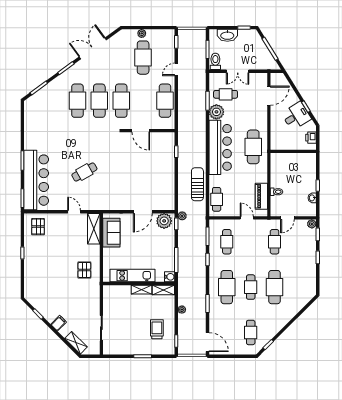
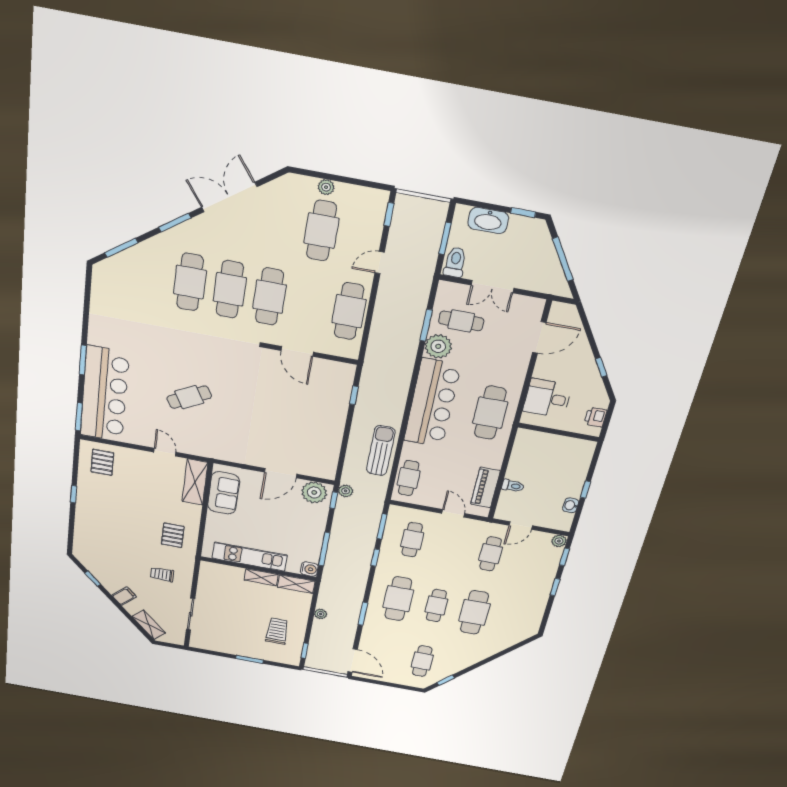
desk: (296, 116) -> (547, 398), moved, turned -148
trolley: (81, 301) -> (162, 574), added

